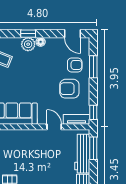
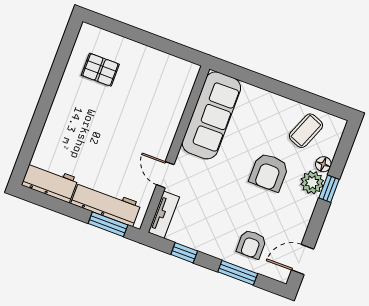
floor lamp: (41, 42) -> (323, 164), moved
armchair: (69, 89) -> (269, 172), moved, turned 180
window: (93, 112) -> (184, 253), moved
door: (54, 127) -> (165, 175), swing flipped

